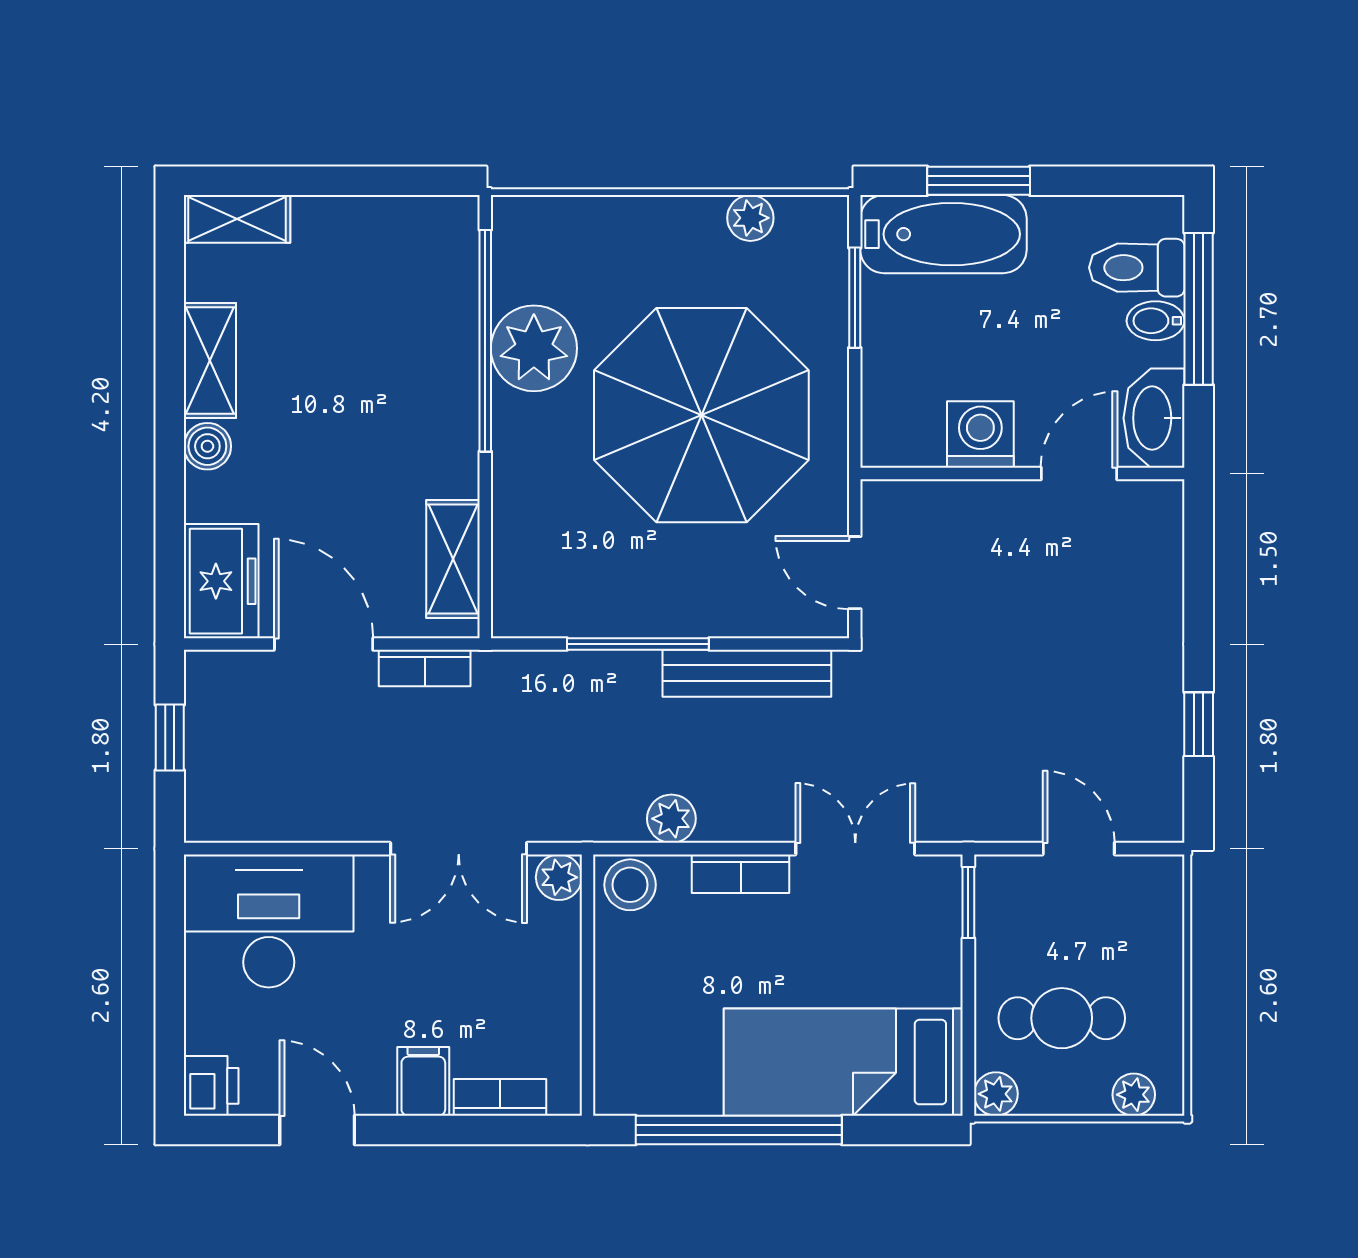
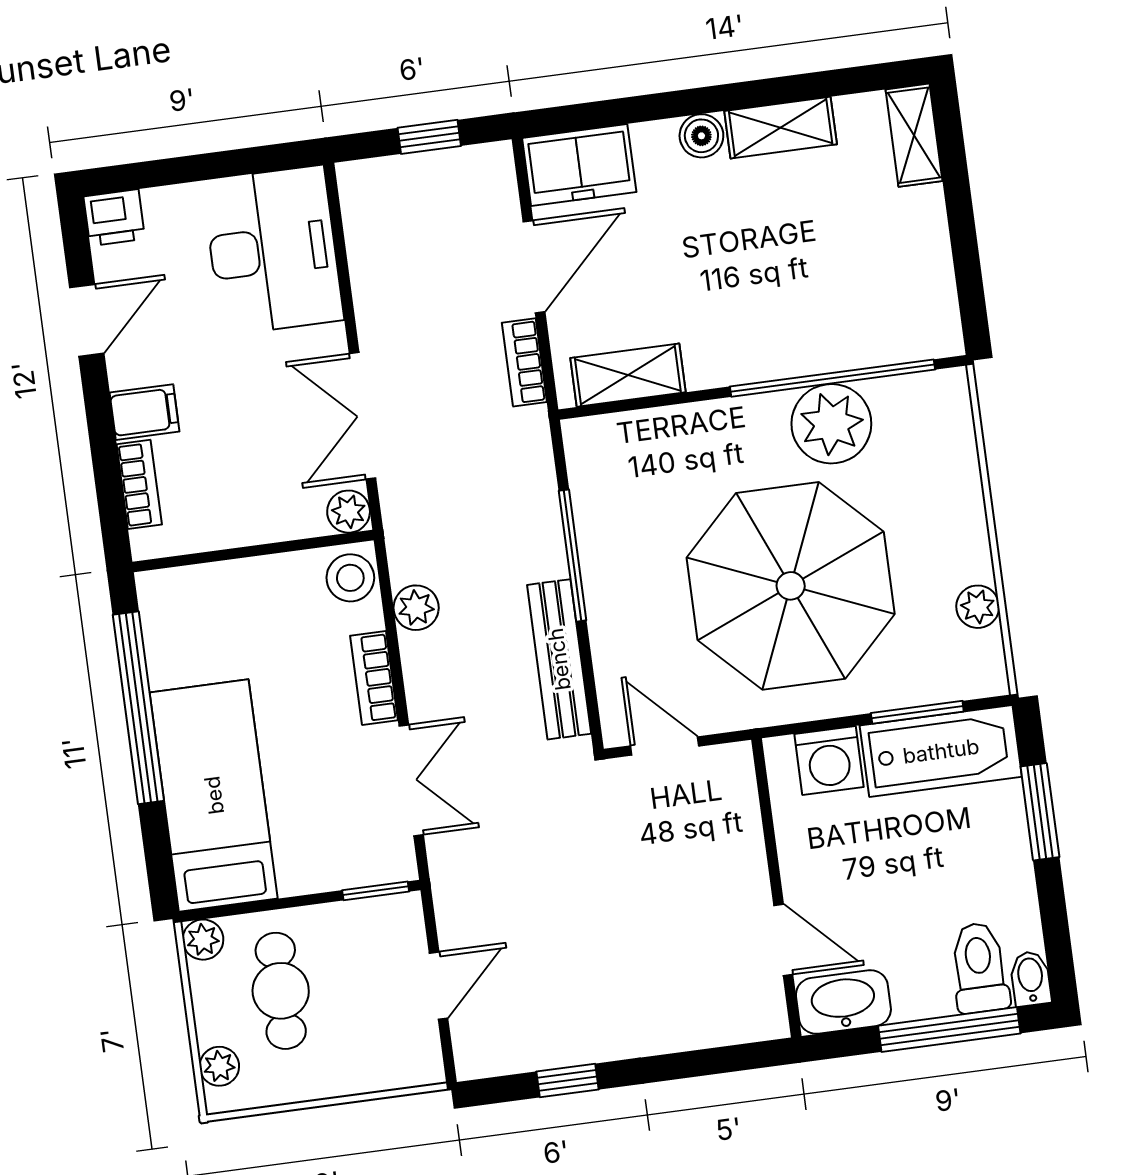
bathtub: (943, 234) -> (941, 751), moved, turned -90
bidet: (1156, 321) -> (1031, 978), moved
washing machine: (980, 434) -> (829, 761), moved, turned 90
door: (855, 573) -> (665, 746), hinge flipped

